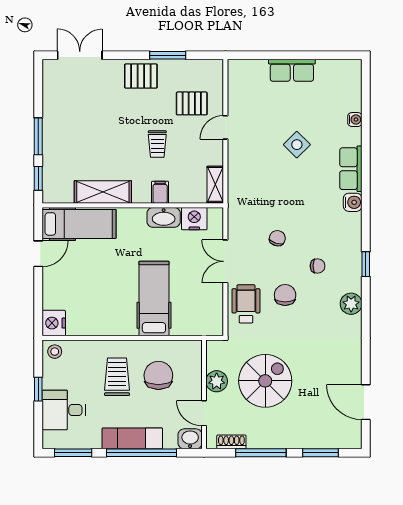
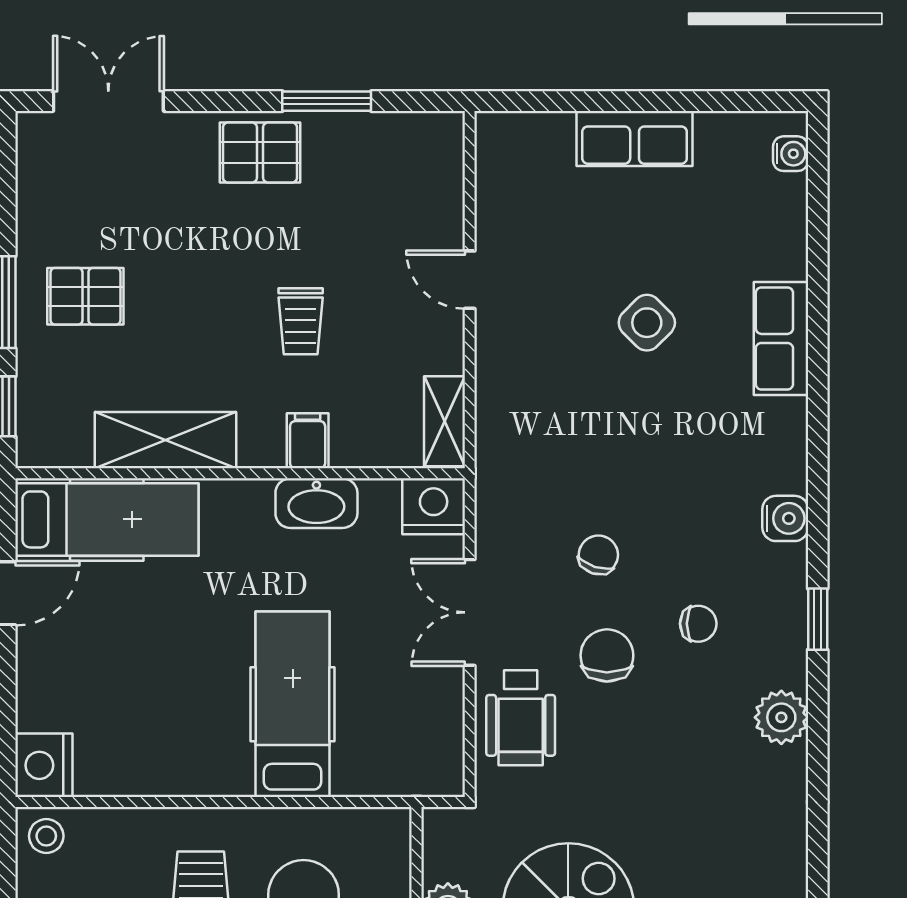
pallet: (192, 103) -> (85, 296), moved
water cooler: (355, 120) -> (791, 154), moved
door: (225, 127) -> (470, 280), hinge flipped
row of seats: (351, 169) -> (781, 338), moved
water cooler: (353, 202) -> (785, 518), moved
nightstand: (194, 219) -> (434, 506), moved
chair: (285, 295) -> (607, 655), moved
wheelchair: (246, 304) -> (521, 718), turned 180

